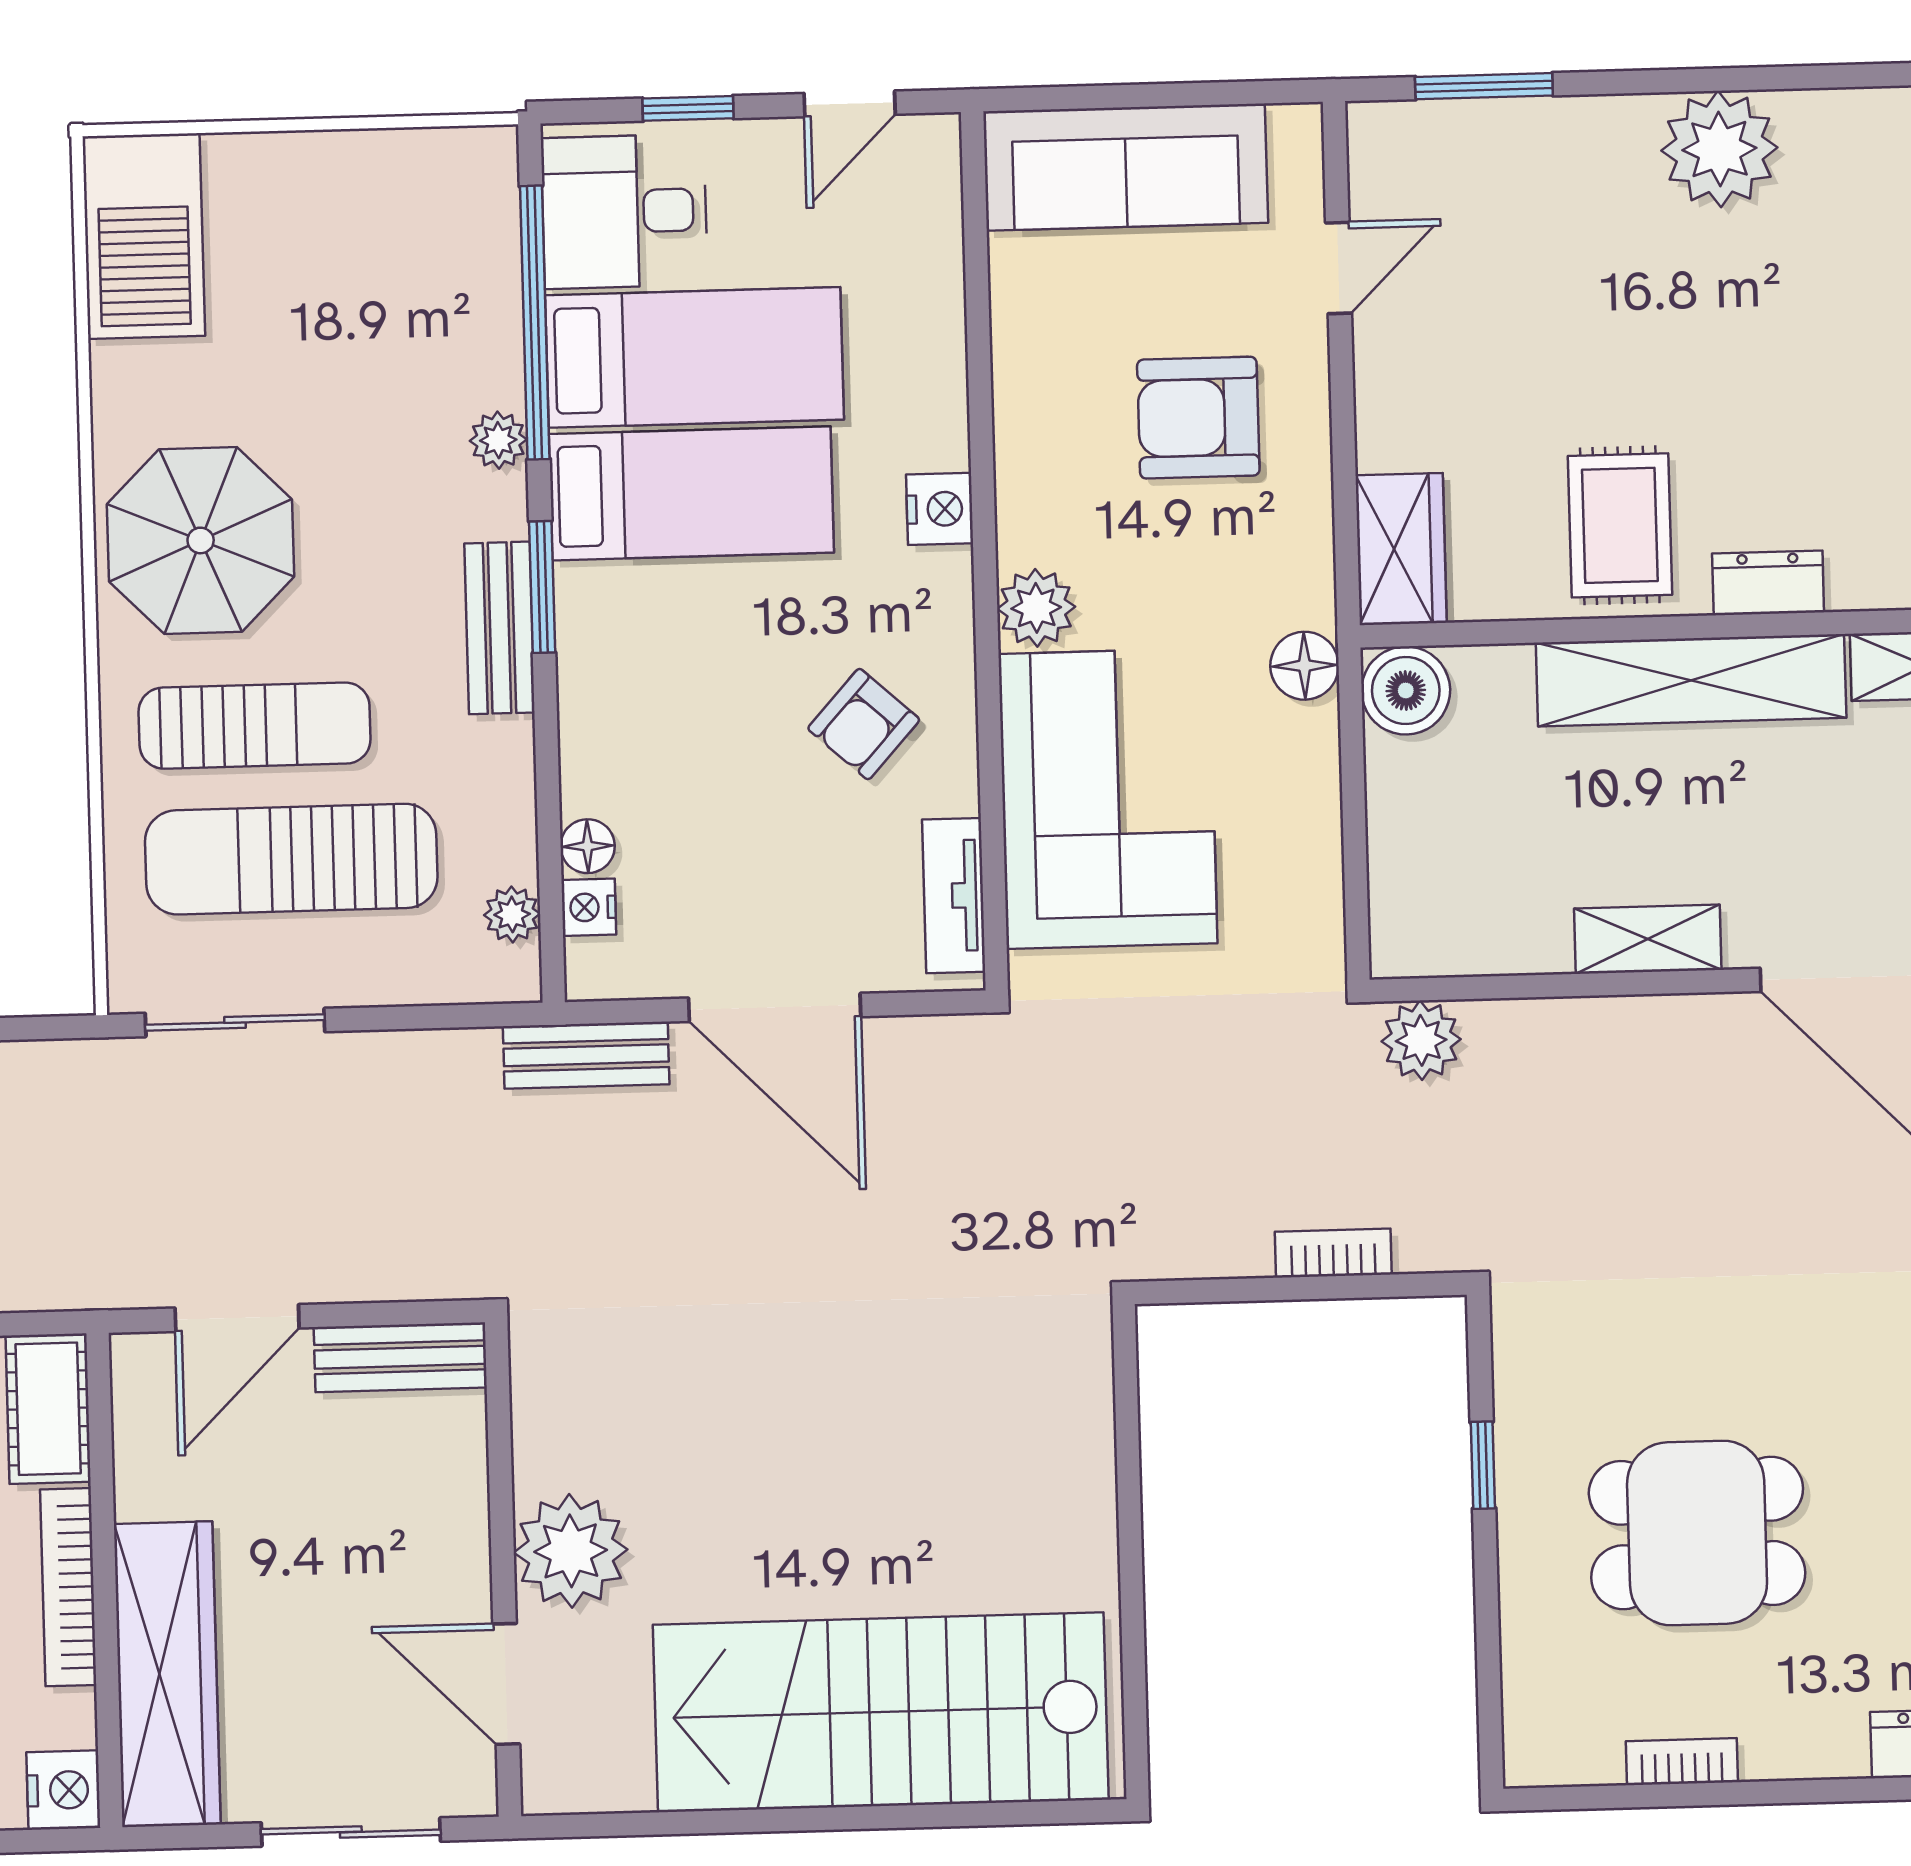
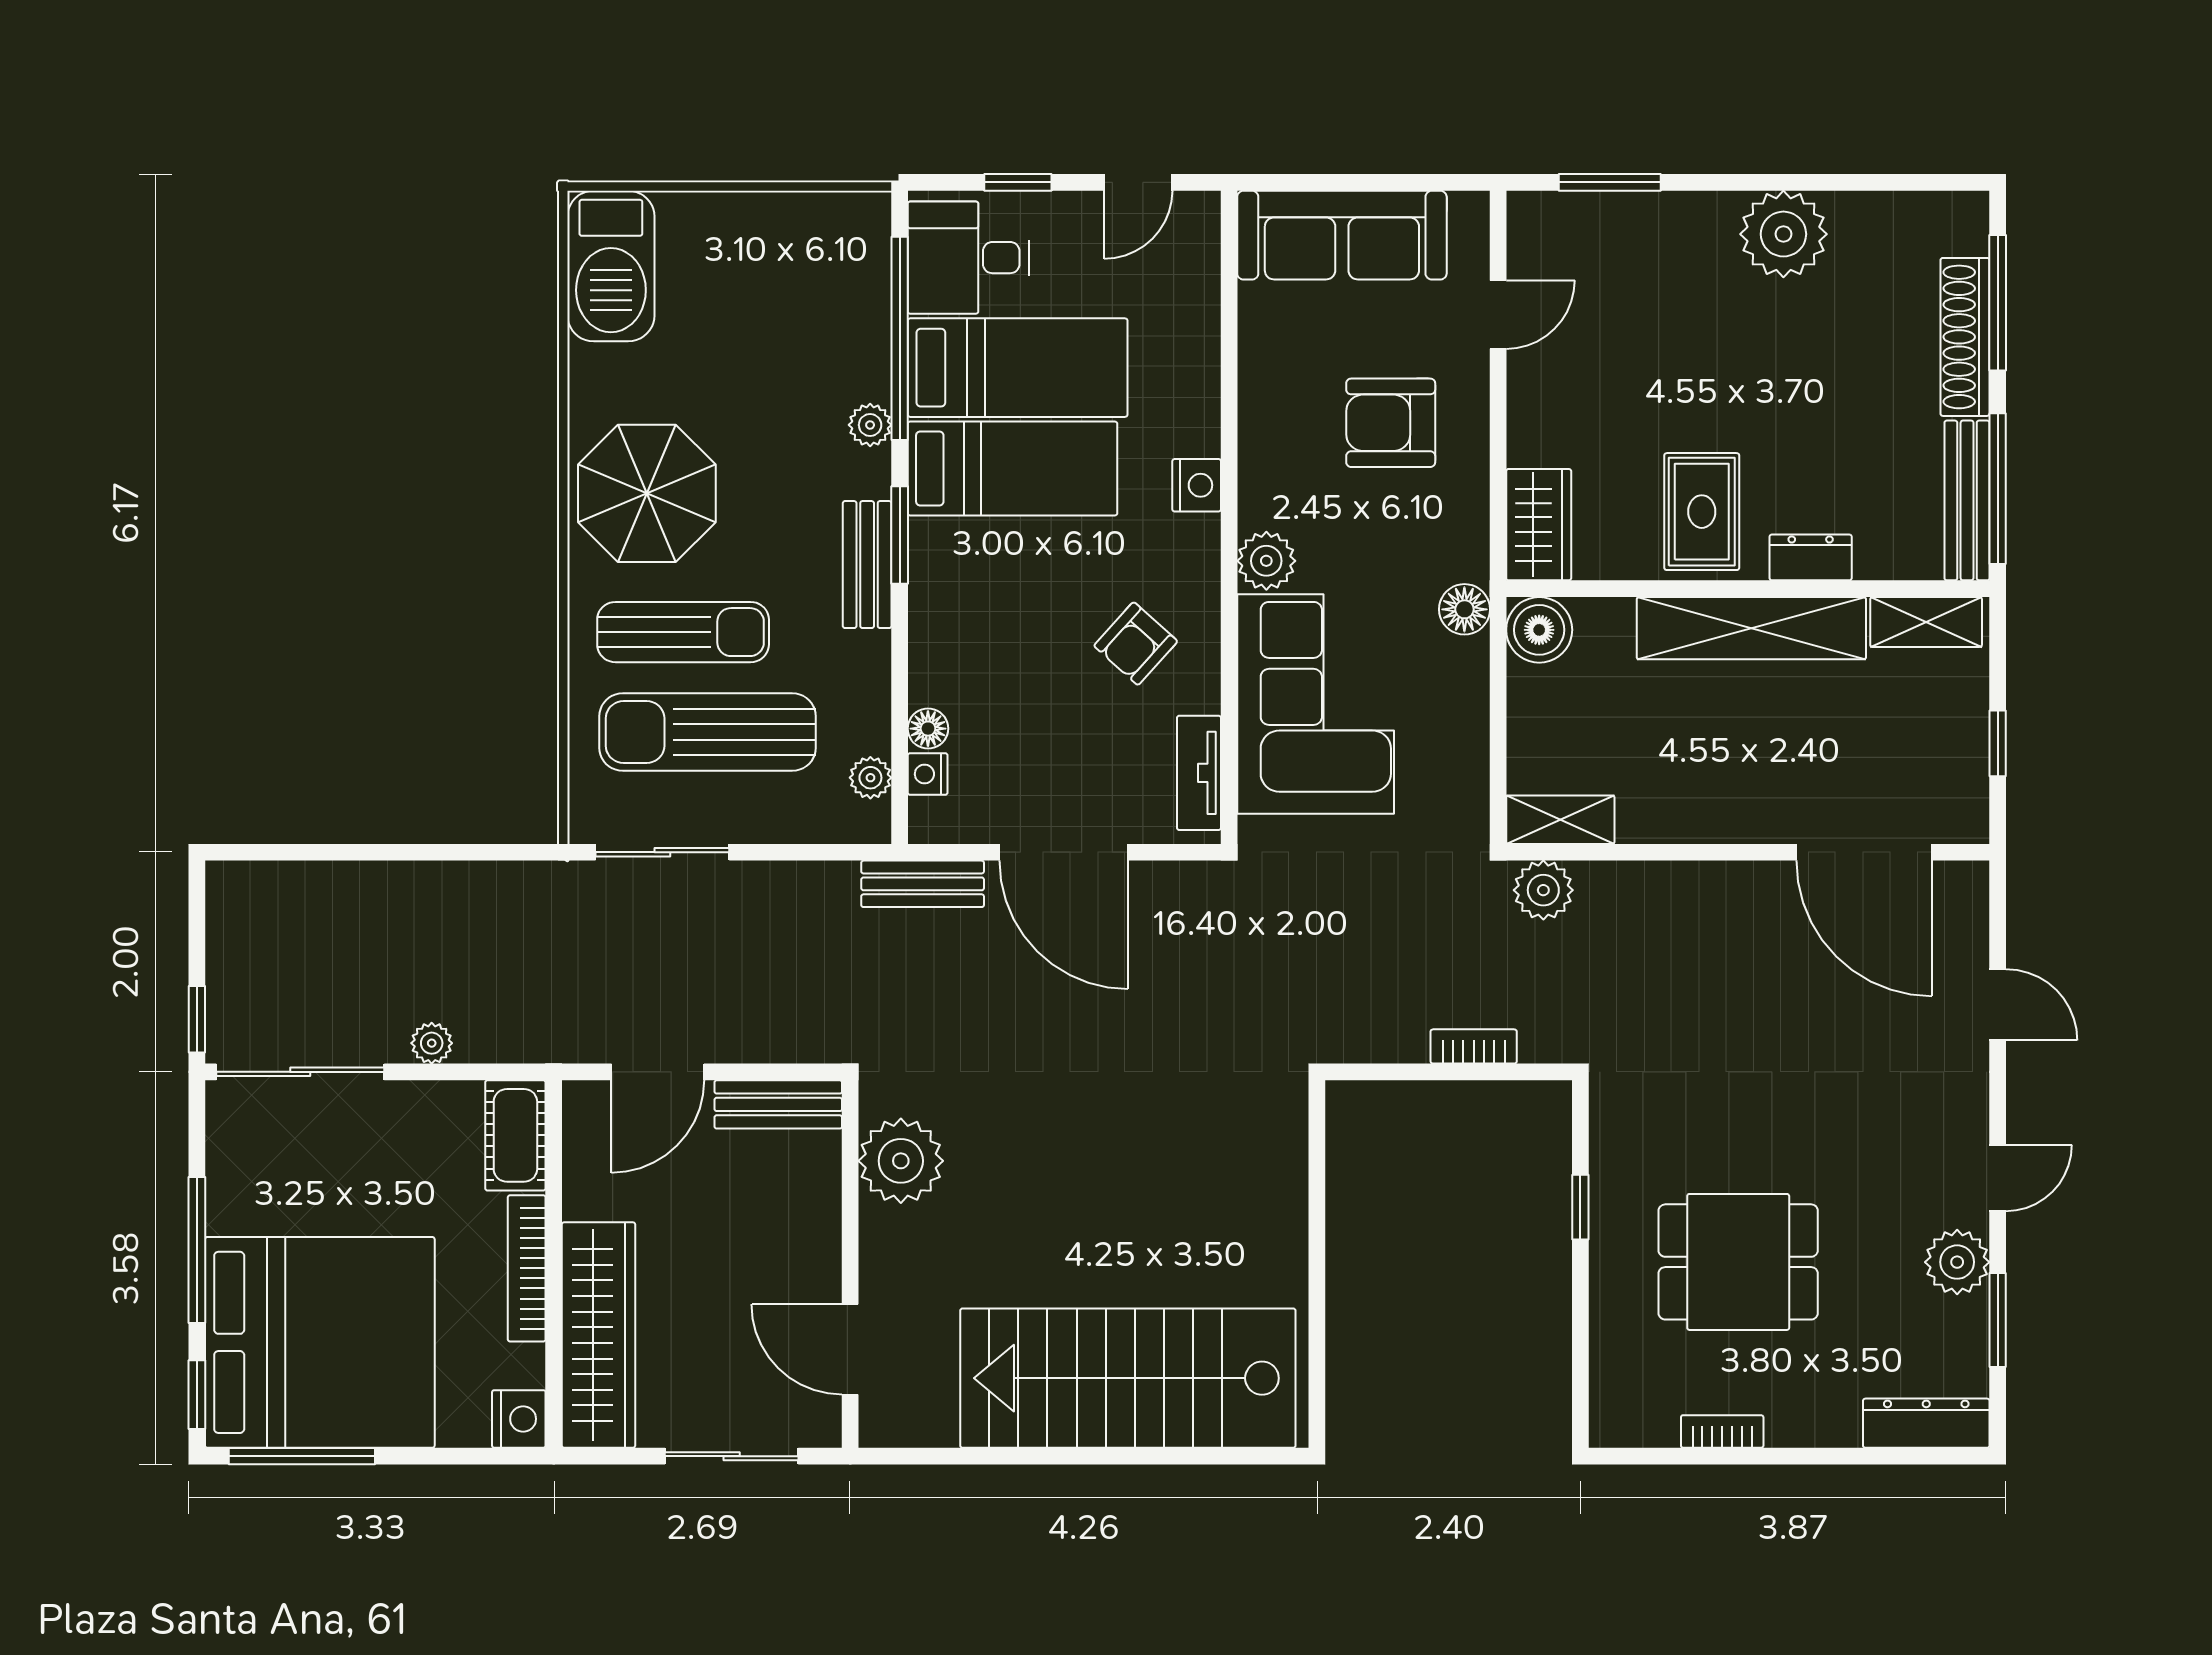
shelving: (1648, 939) -> (1560, 820), moved
plant: (571, 1551) -> (901, 1161), moved

